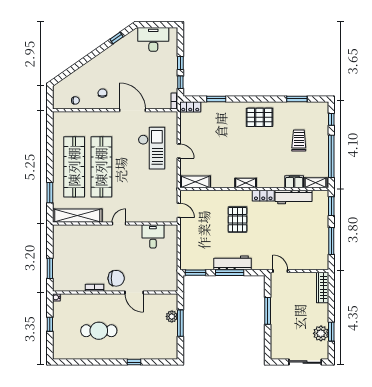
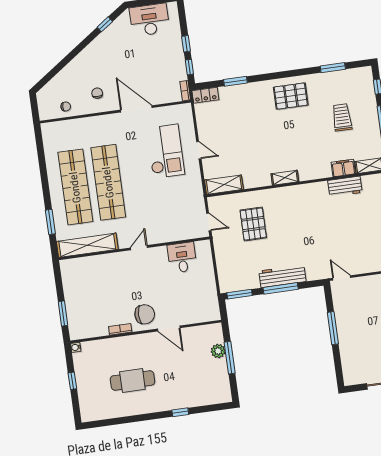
locker: (263, 196) -> (308, 190), removed
workbench: (293, 197) -> (345, 187), width x0.73
pallet: (237, 220) -> (253, 224), moved

